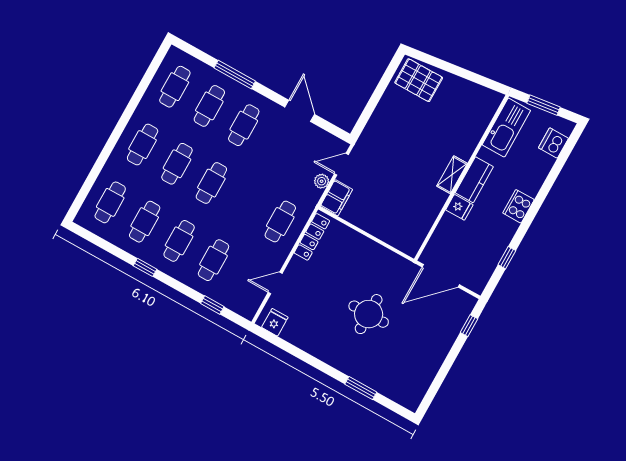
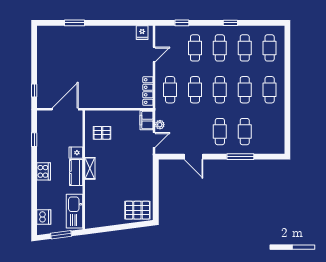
cafe table: (175, 87) -> (195, 90), moved
pallet: (408, 215) -> (102, 133), added
round table: (369, 314) -> (93, 66), removed

